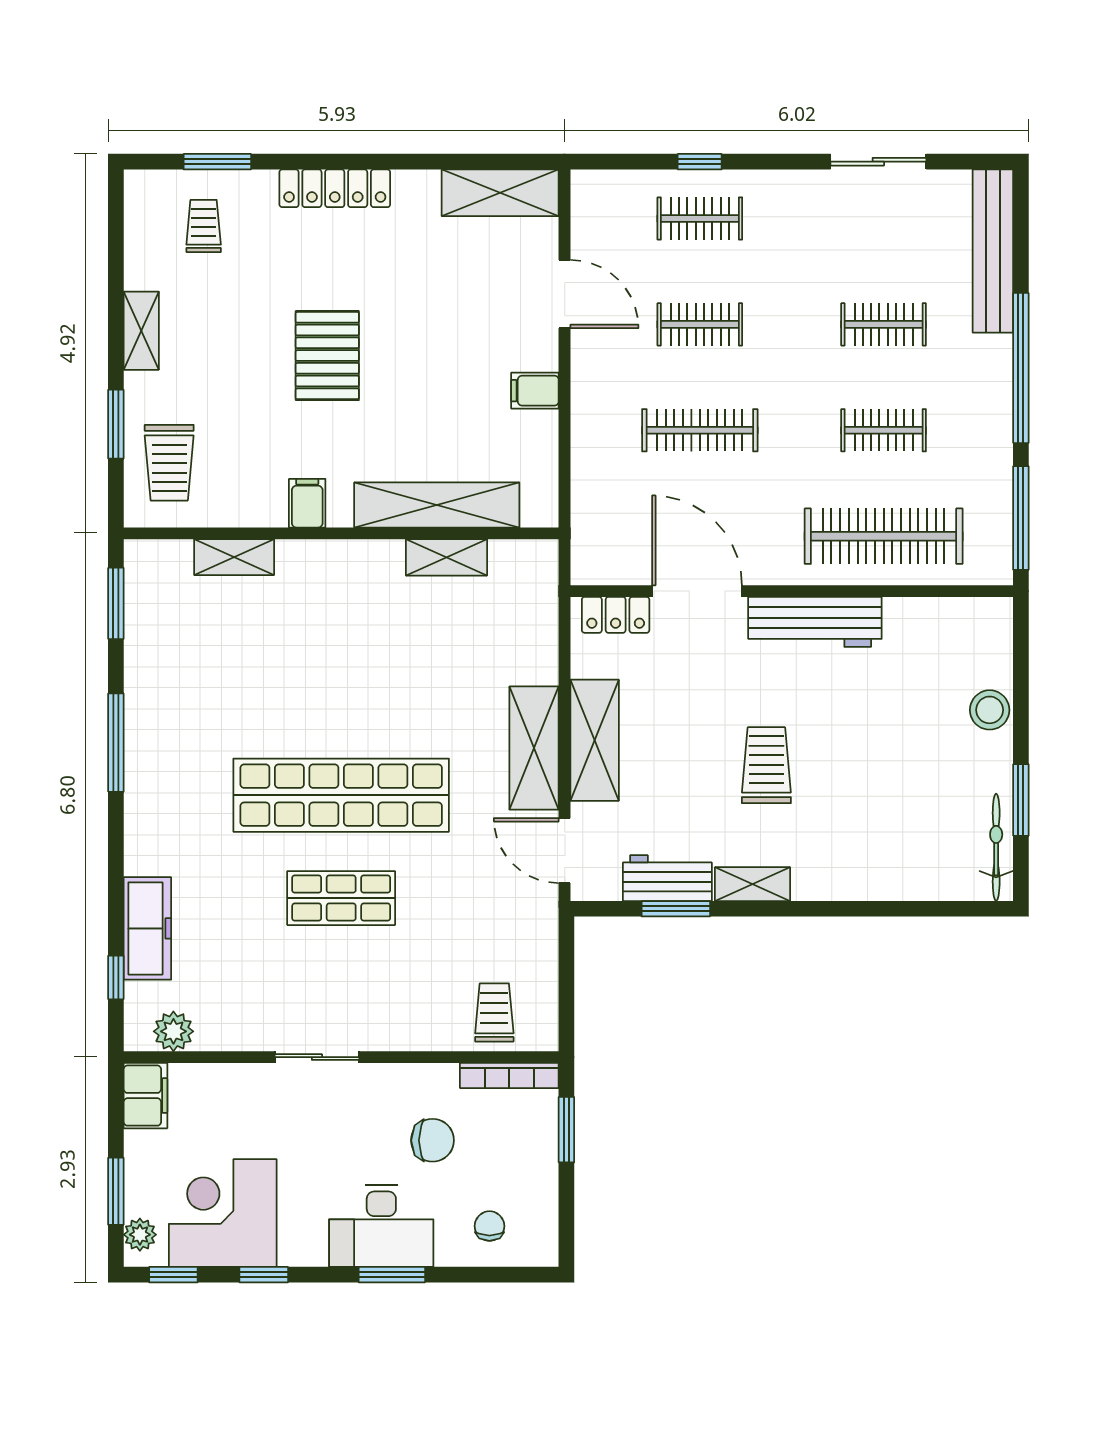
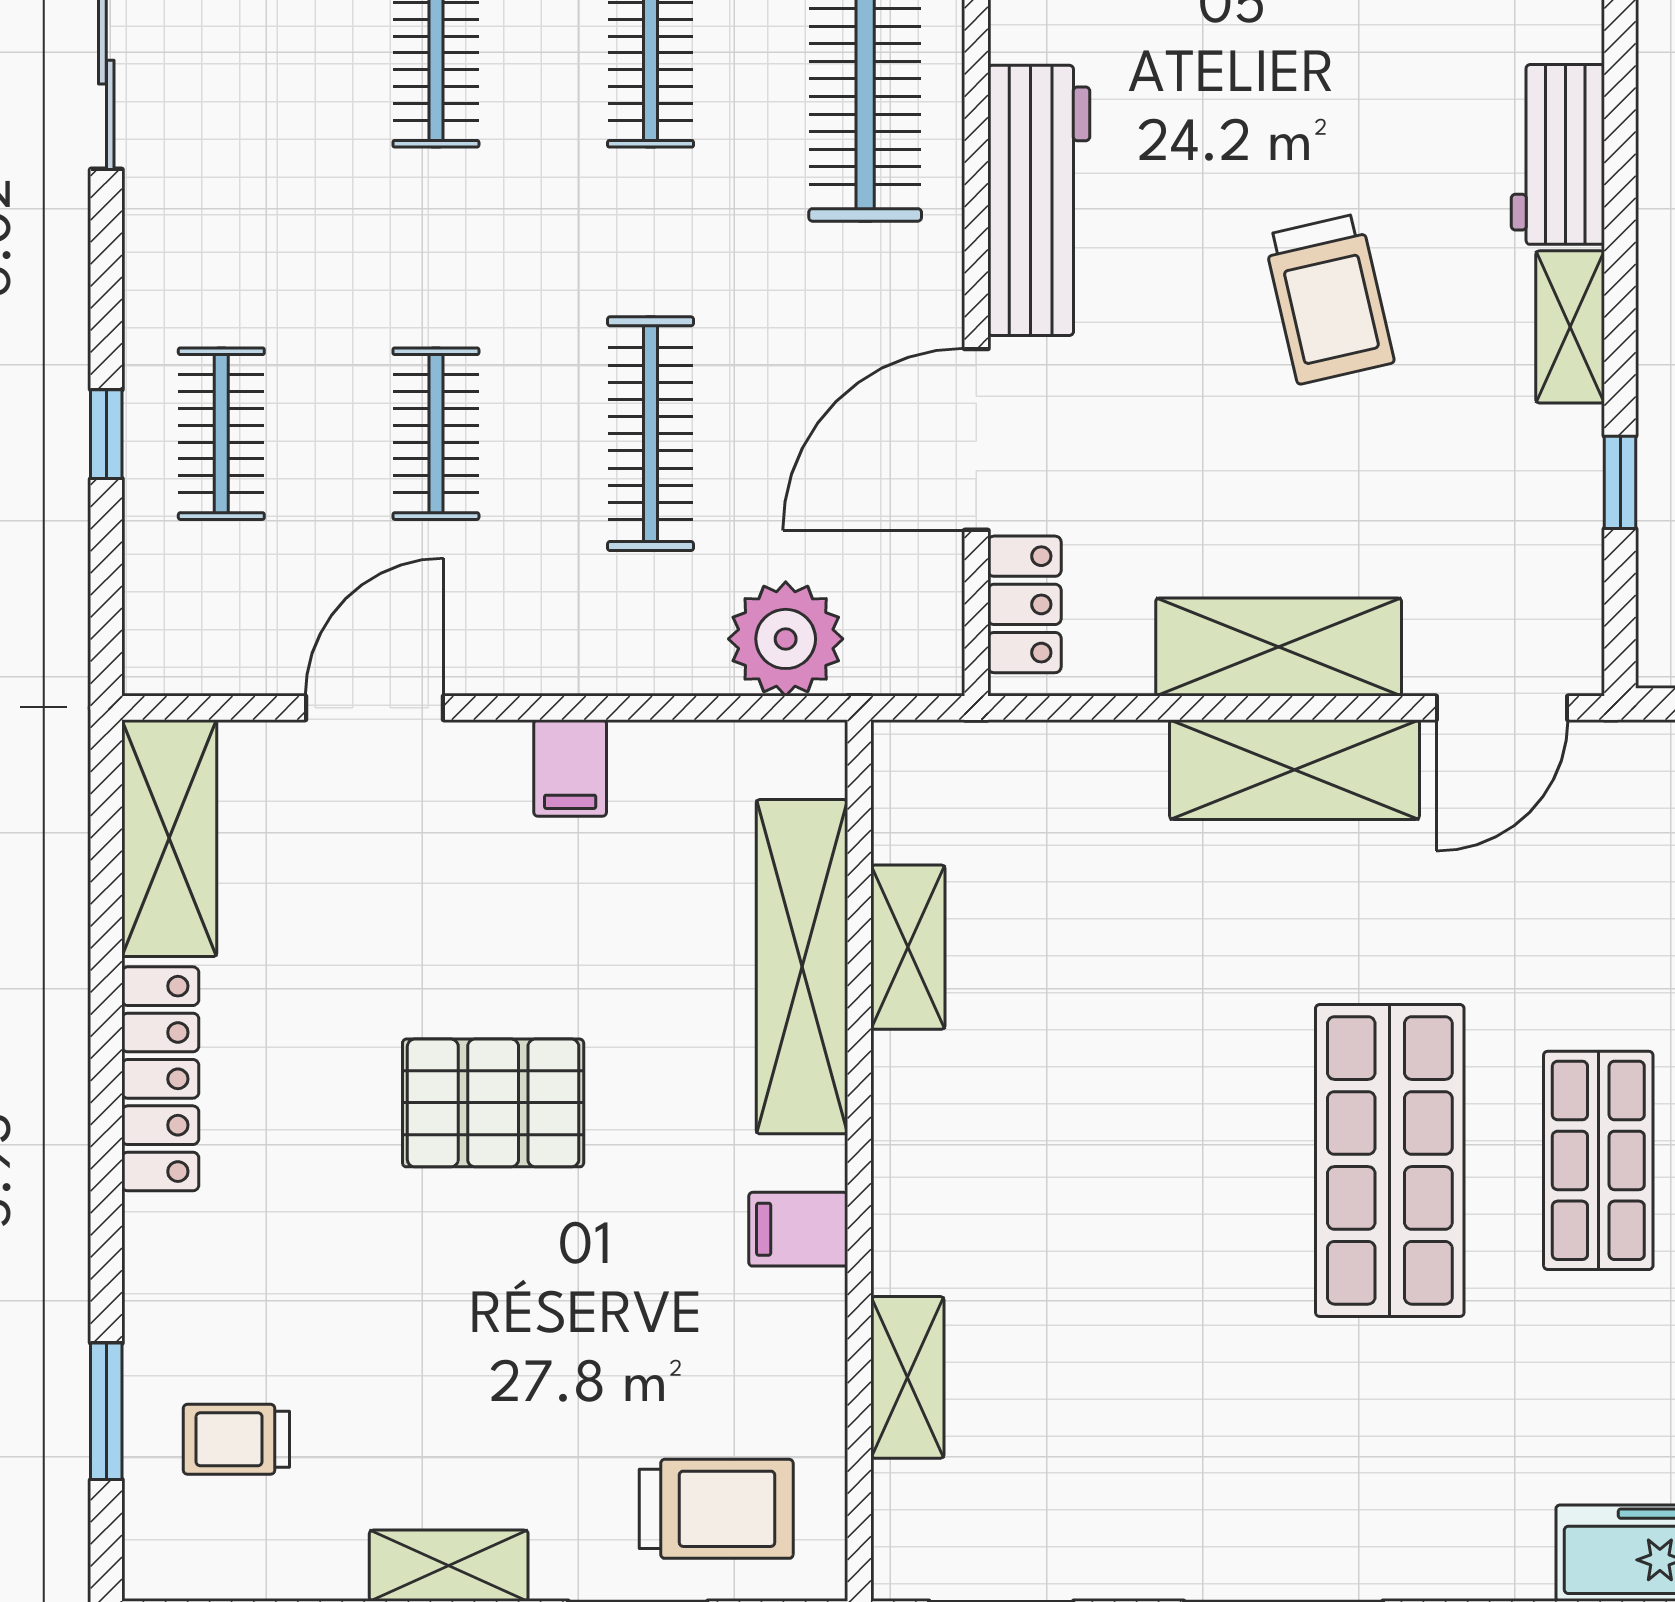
locker: (335, 188) -> (160, 1079), moved
pallet: (327, 356) -> (493, 1103), moved
plant: (599, 497) -> (786, 639), added
trolley: (766, 765) -> (1329, 299), turned -103
shop shelf: (341, 795) -> (1390, 1160), width x0.71
workbench: (667, 878) -> (1558, 154), moved
window: (676, 909) -> (1620, 482), width x0.67

